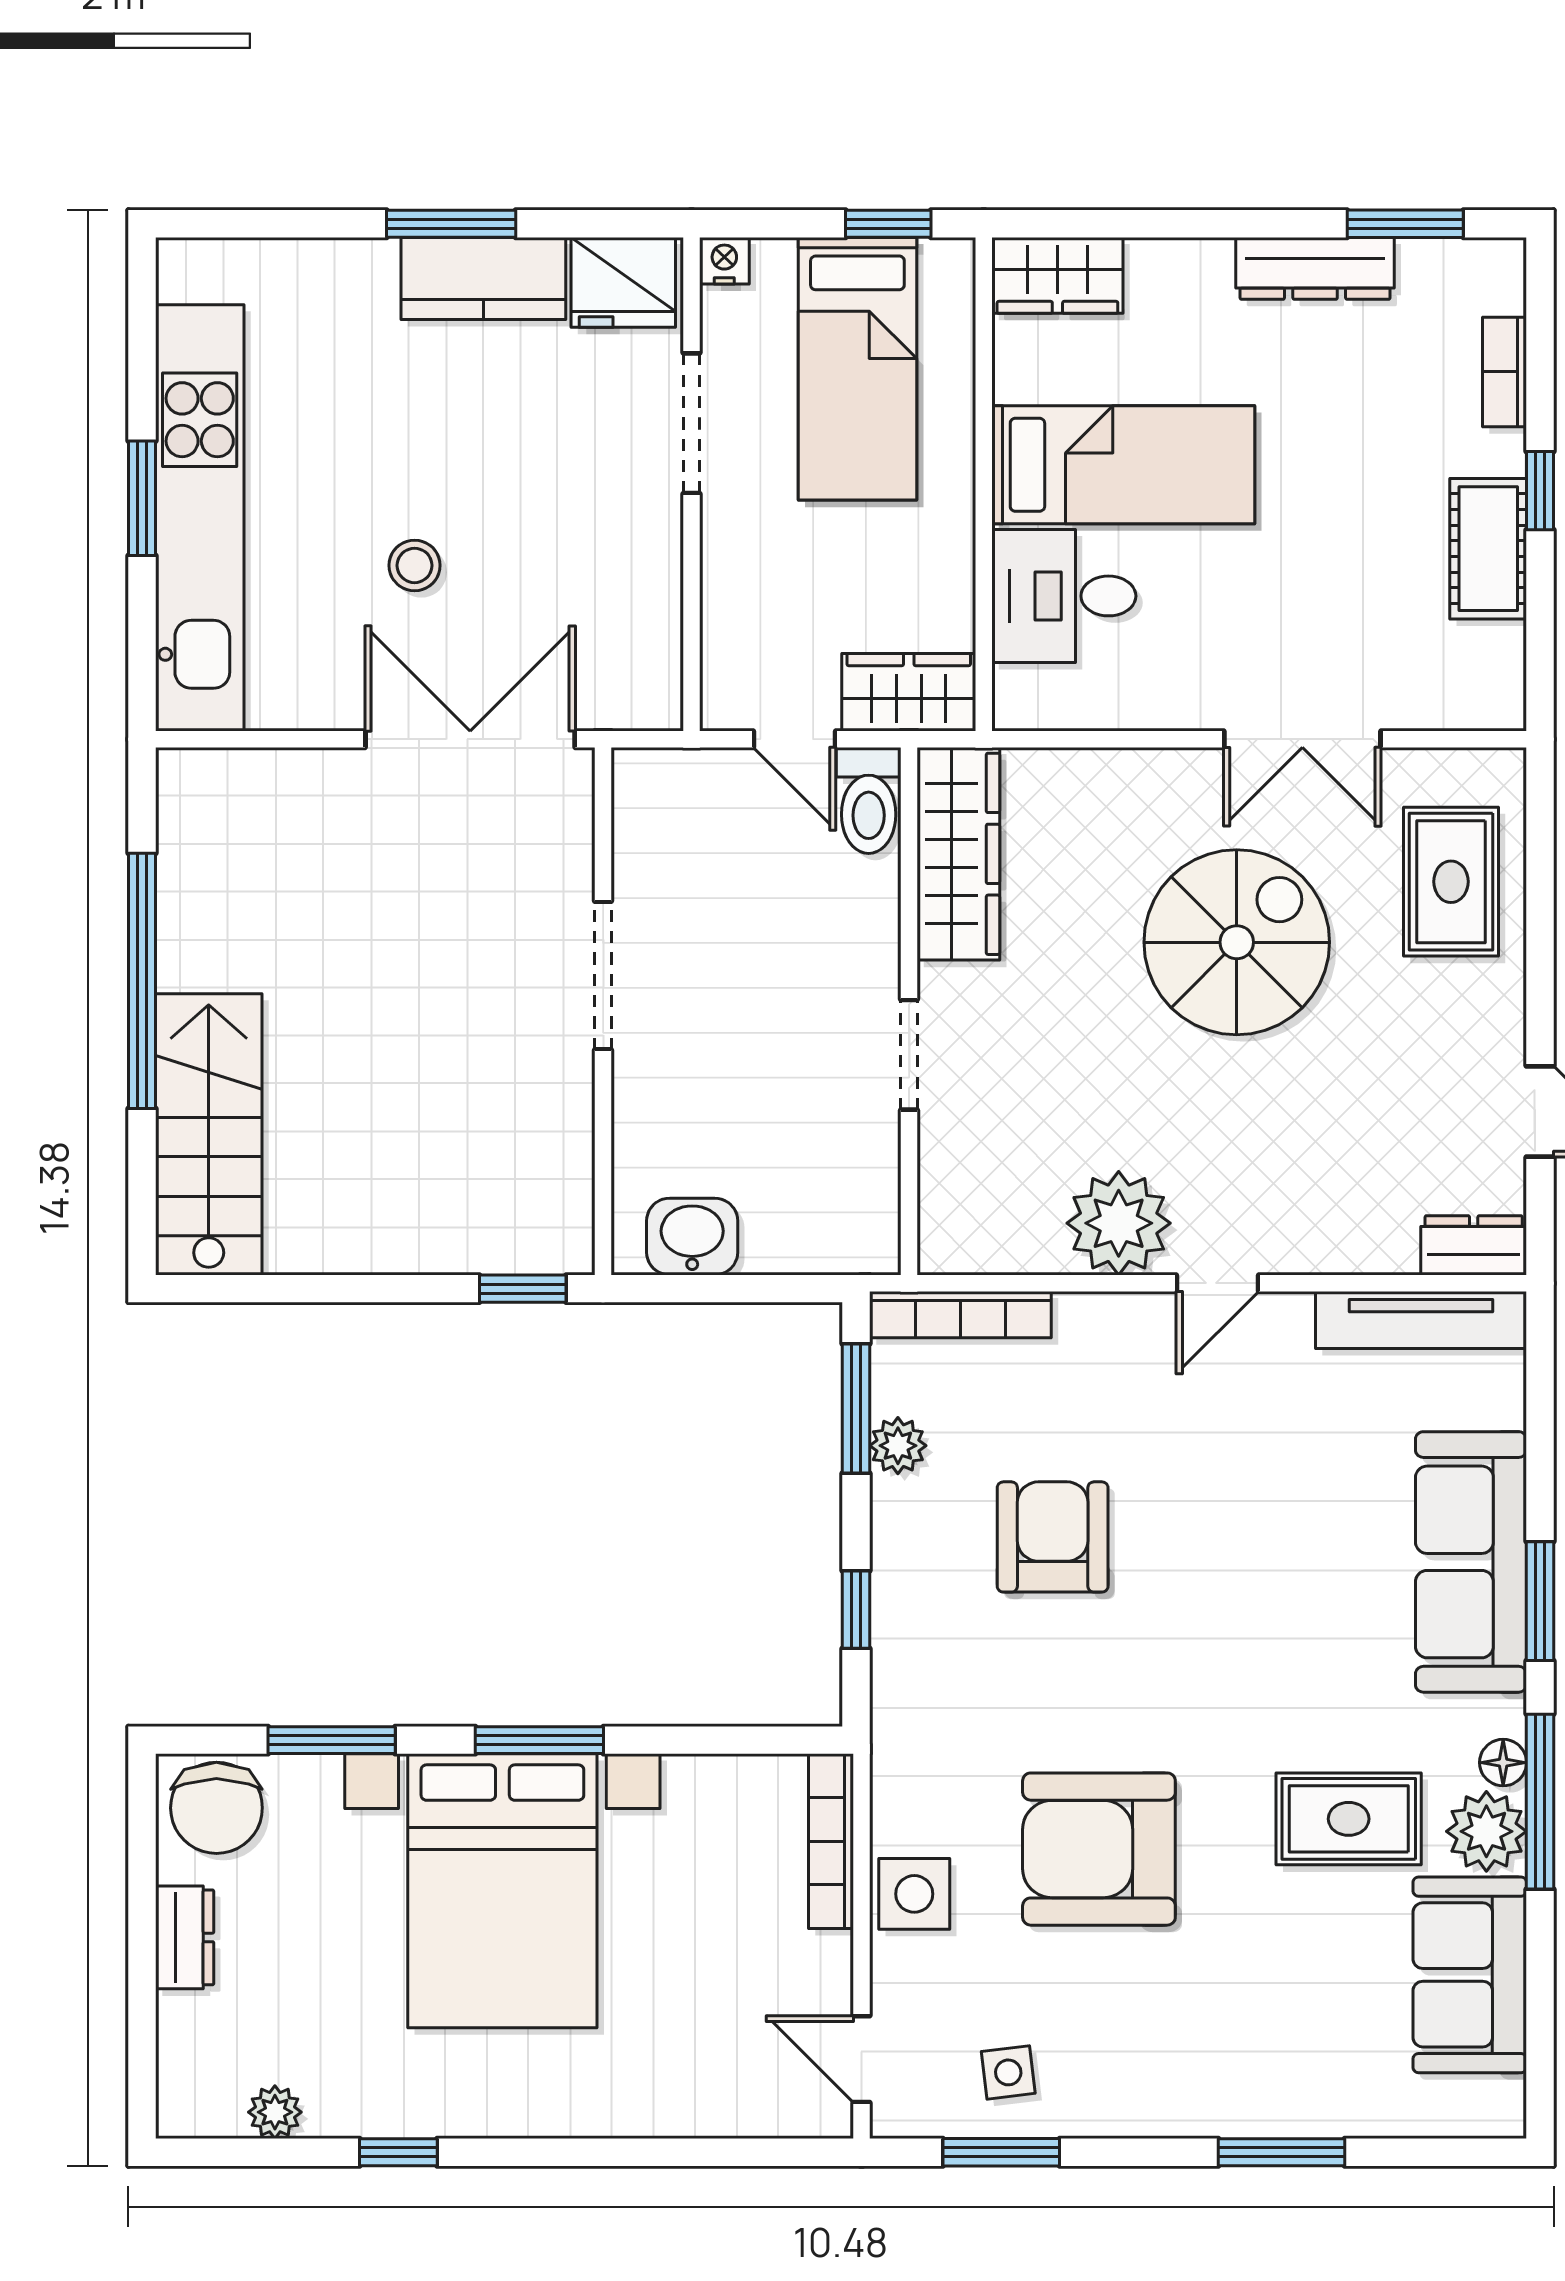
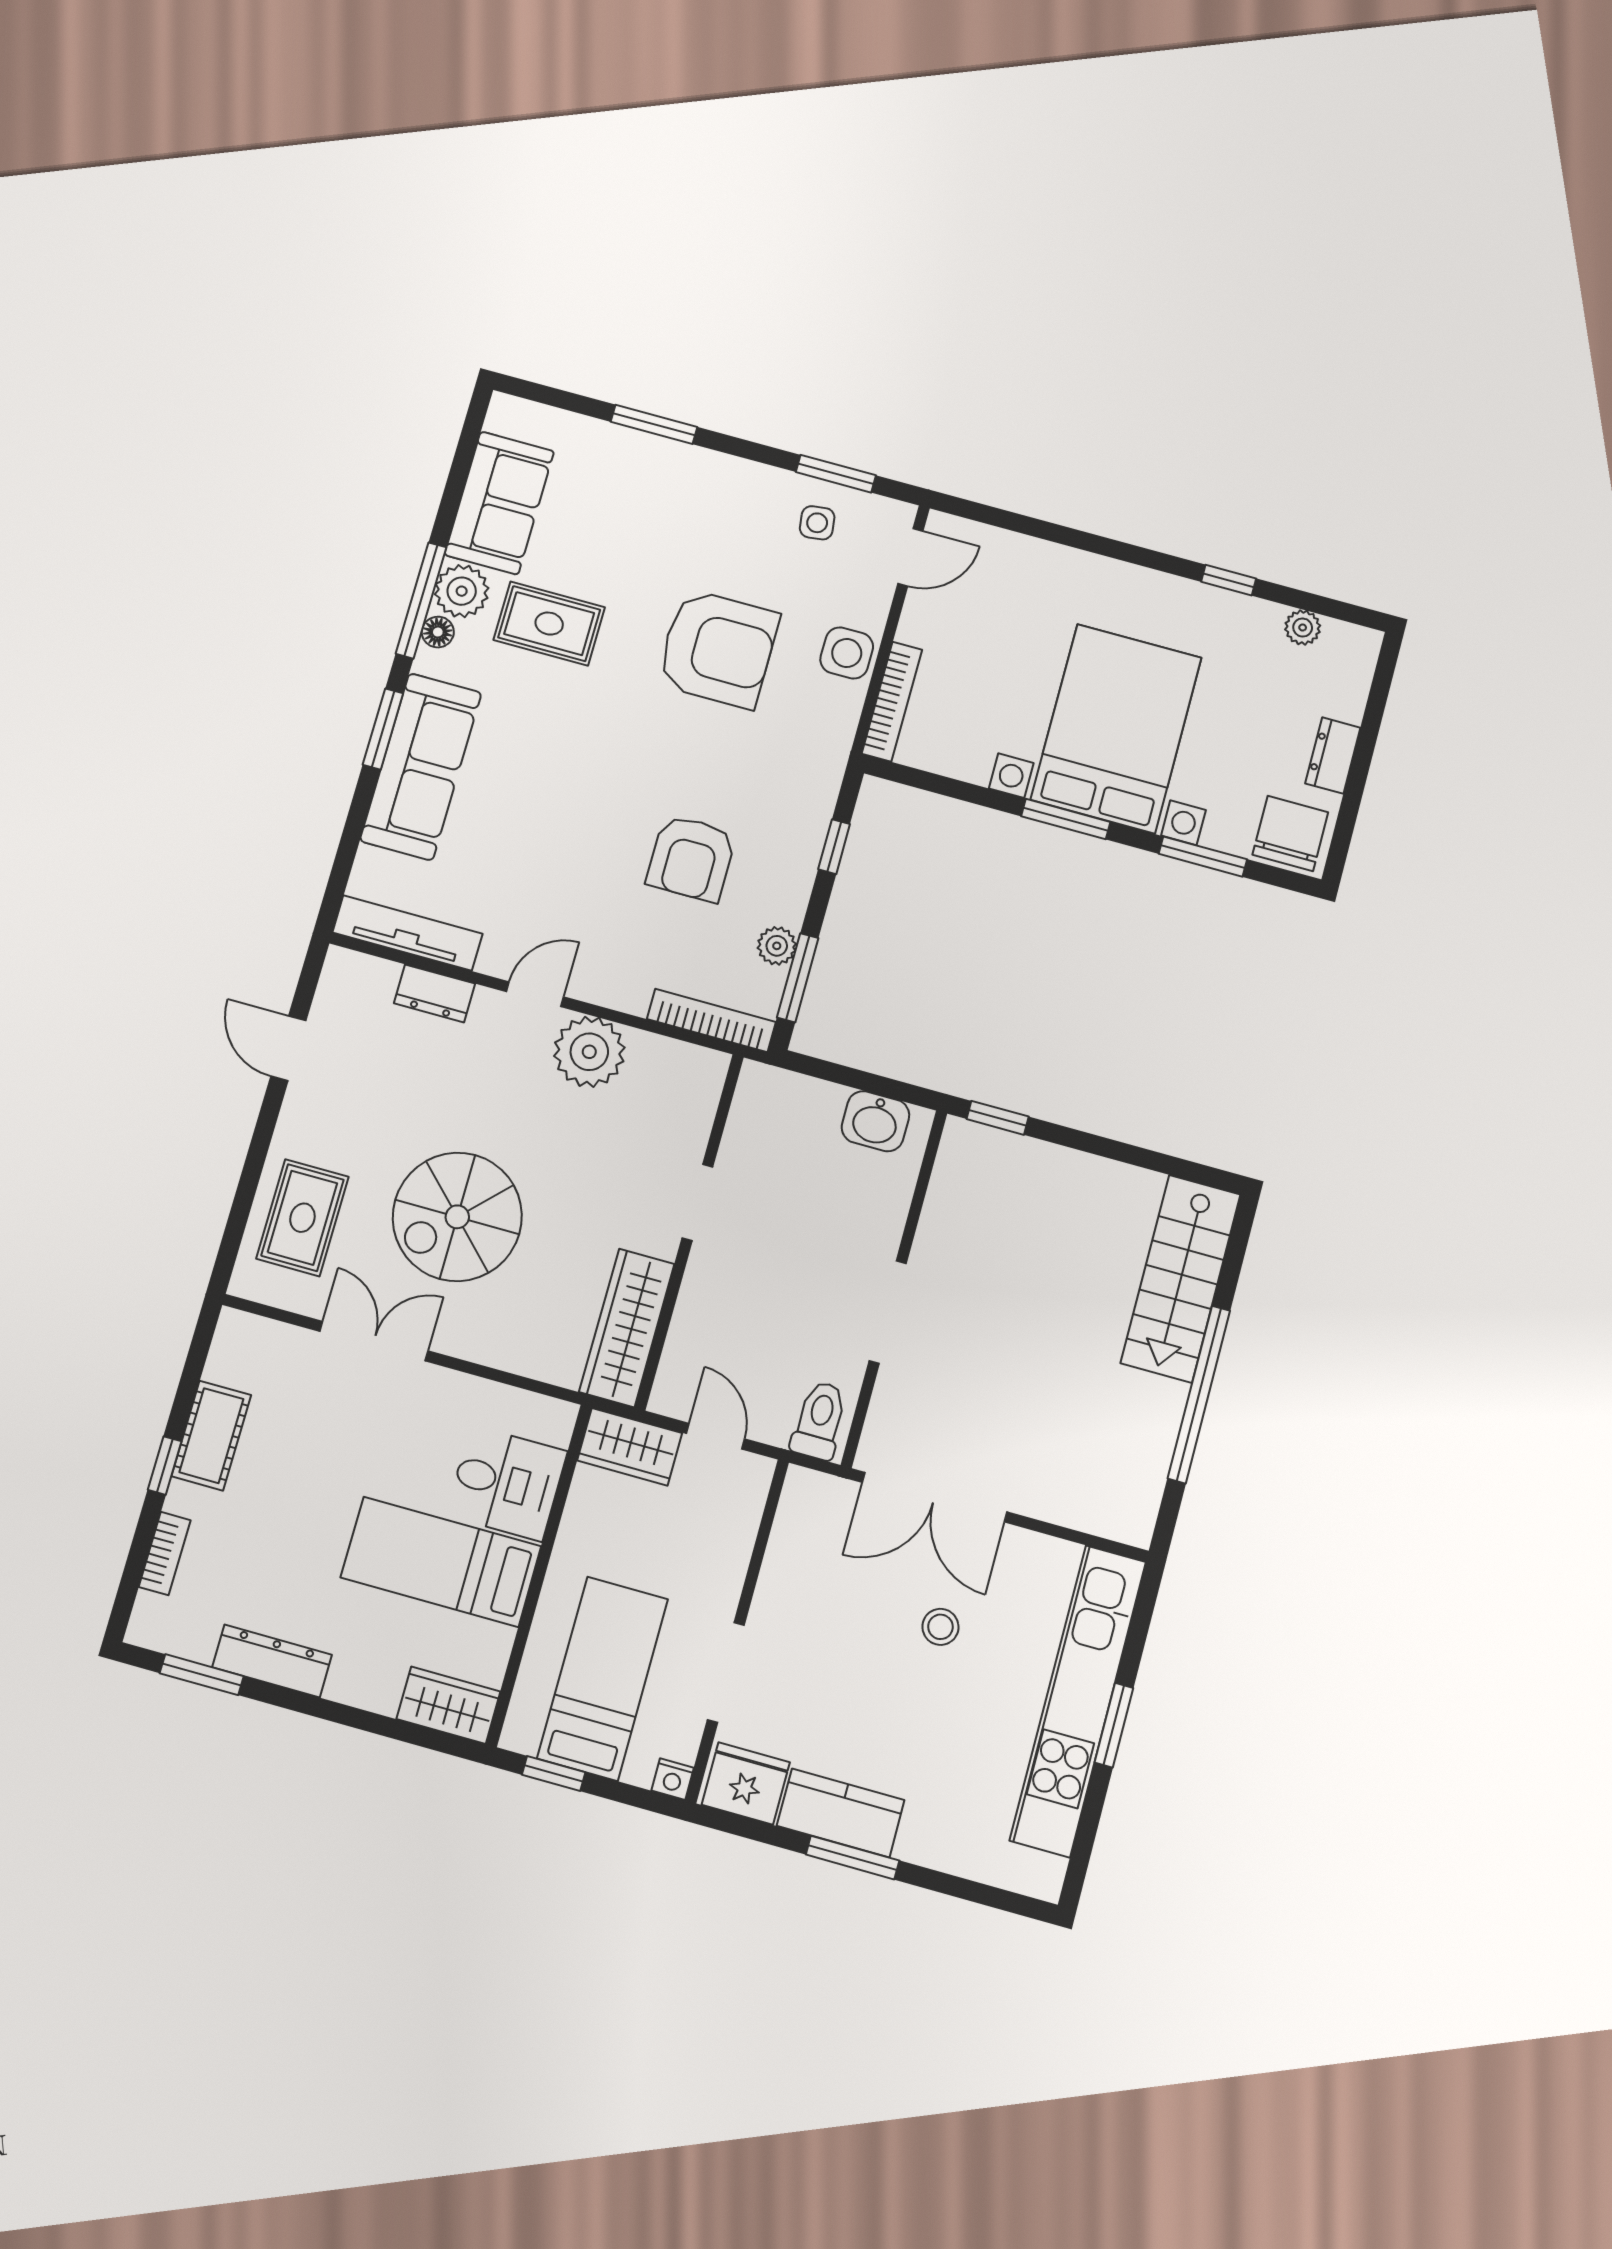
toilet: (869, 800) -> (819, 1420), moved
dresser: (1474, 1245) -> (434, 993), moved
door: (861, 2059) -> (910, 557), hinge flipped

